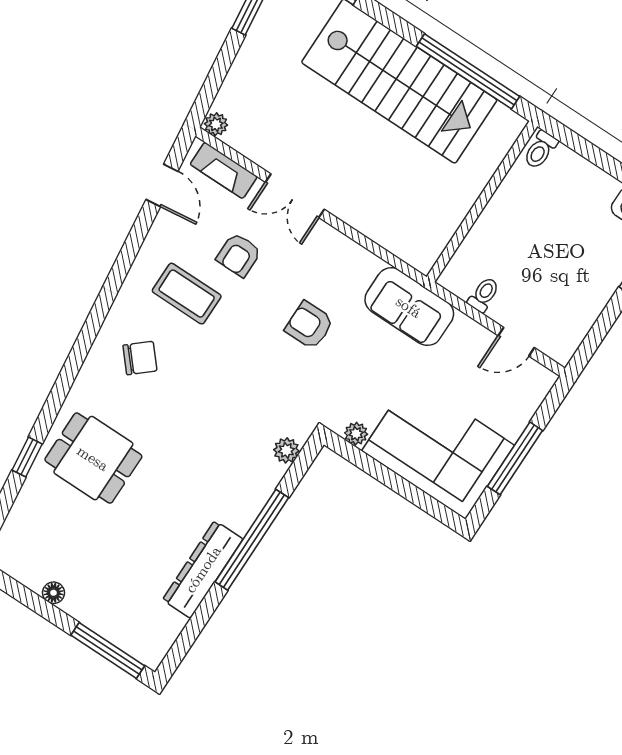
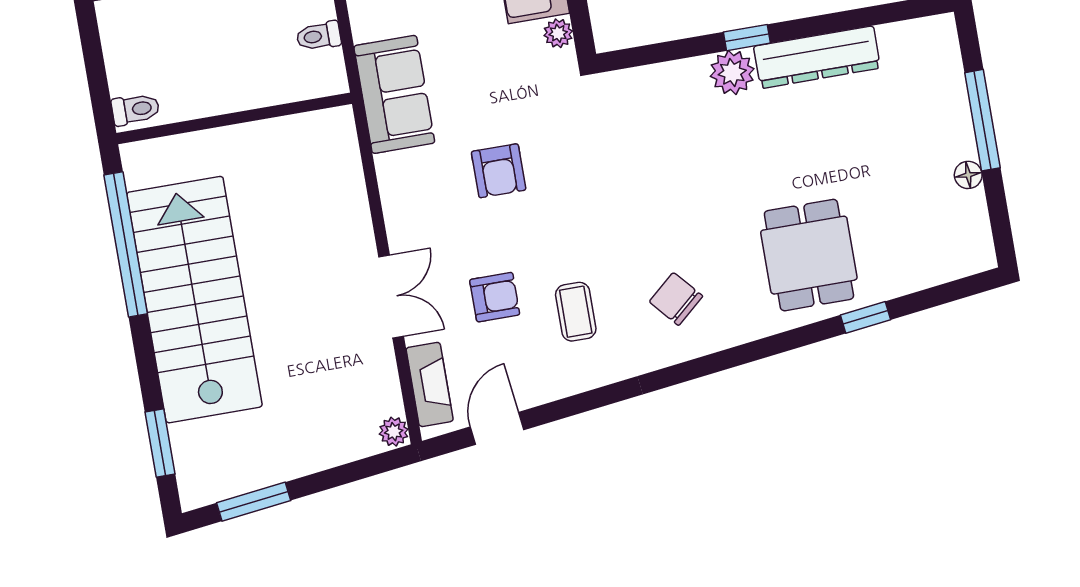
coffee table: (187, 294) -> (576, 312), width x0.73, depth x0.77
plant: (286, 450) -> (732, 72), moved, width x1.38, depth x1.38
window: (252, 540) -> (747, 38), width x0.32
window: (108, 650) -> (982, 120), moved

